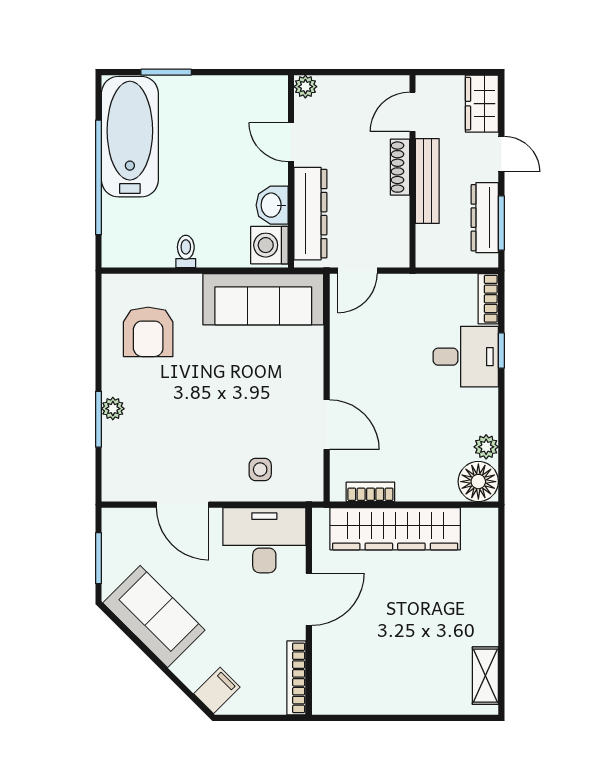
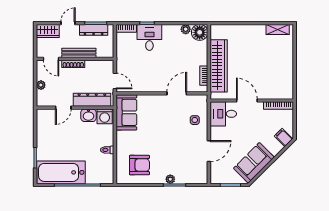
plant: (305, 87) -> (41, 85), moved
sofa: (263, 299) -> (126, 112), width x0.73
desk: (264, 540) -> (223, 114), width x0.73

